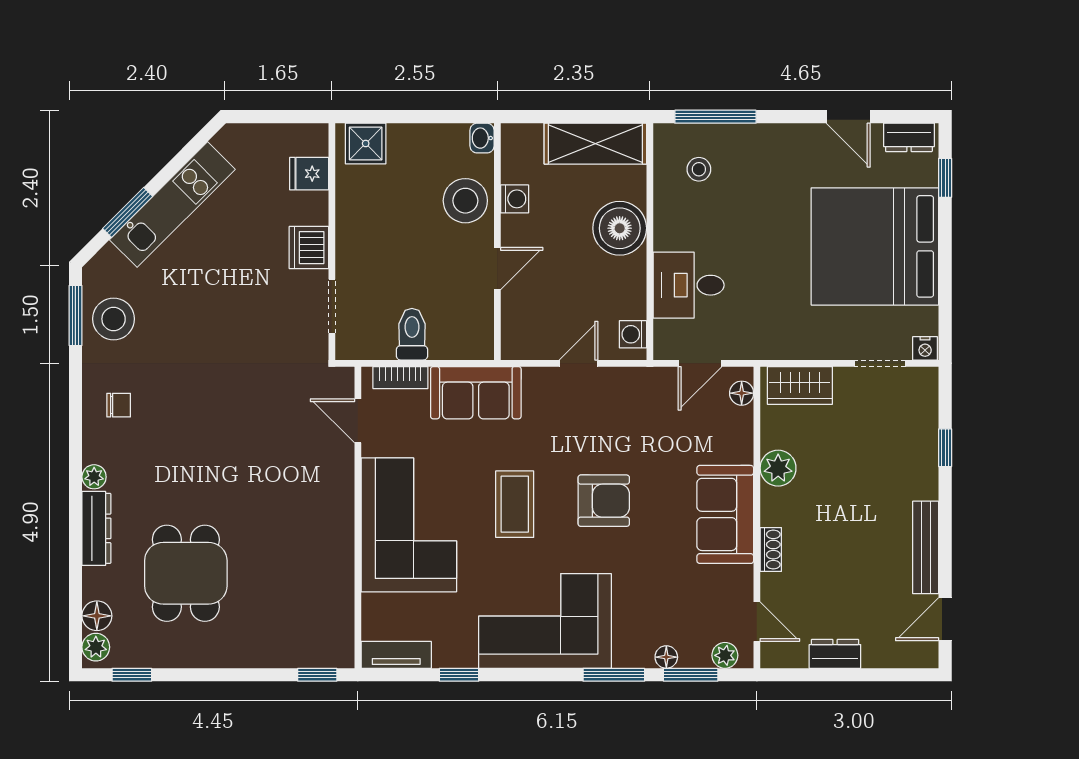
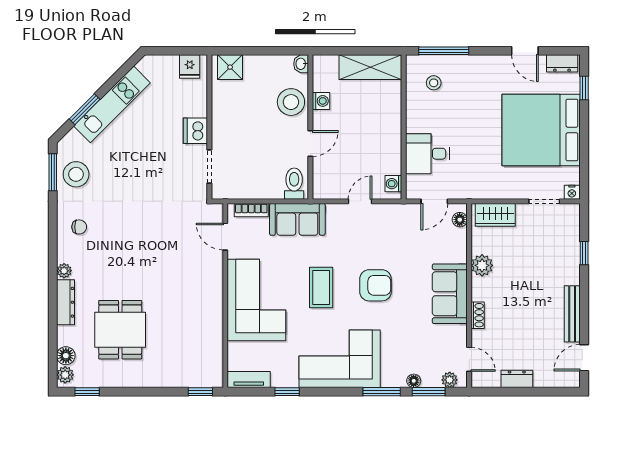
fridge: (309, 174) -> (190, 67), moved, turned -90
boiler: (620, 228) -> (385, 119), removed
toilet: (412, 334) -> (294, 184), moved

